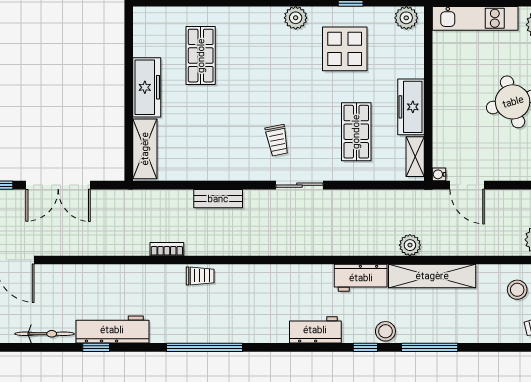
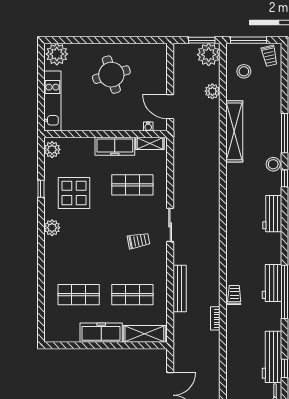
shop shelf: (201, 132) -> (132, 295), added
water cooler: (439, 174) -> (148, 126), moved
door: (467, 185) -> (170, 107), swing flipped
bench: (218, 199) -> (180, 289), width x1.36
plant: (410, 245) -> (212, 91), moved
workbench: (361, 278) -> (272, 283), moved, turned 180

